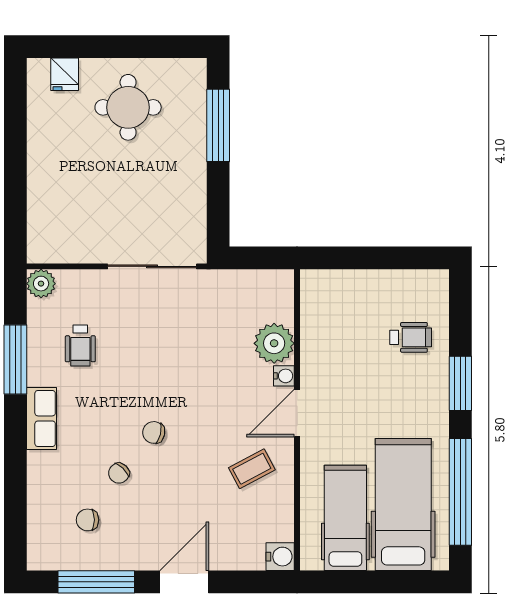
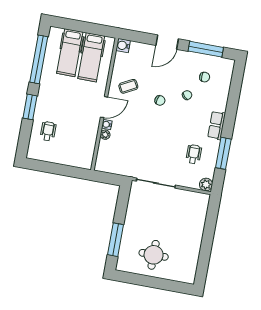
fridge: (65, 74) -> (179, 274), removed
wheelchair: (411, 337) -> (48, 131), turned 90
plant: (274, 343) -> (105, 135), width x0.53, depth x0.53
chair: (154, 432) -> (160, 100), moved
hospital bed: (403, 504) -> (70, 53), width x0.73, depth x0.78

